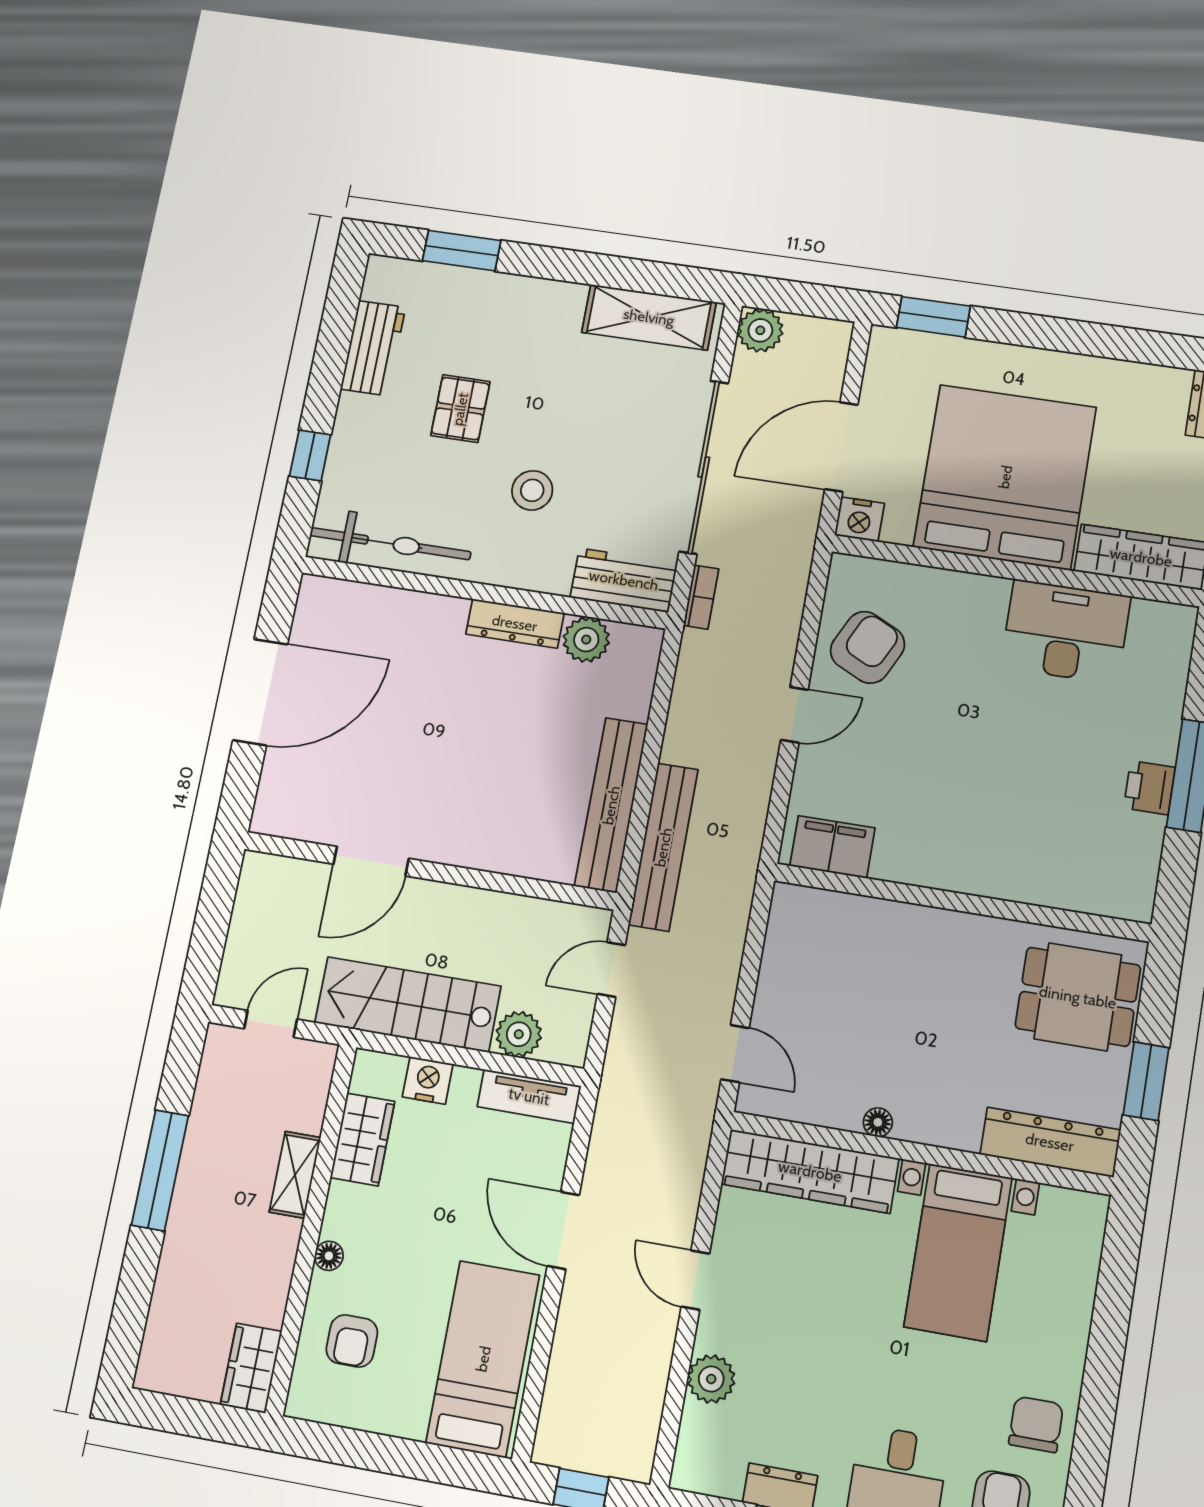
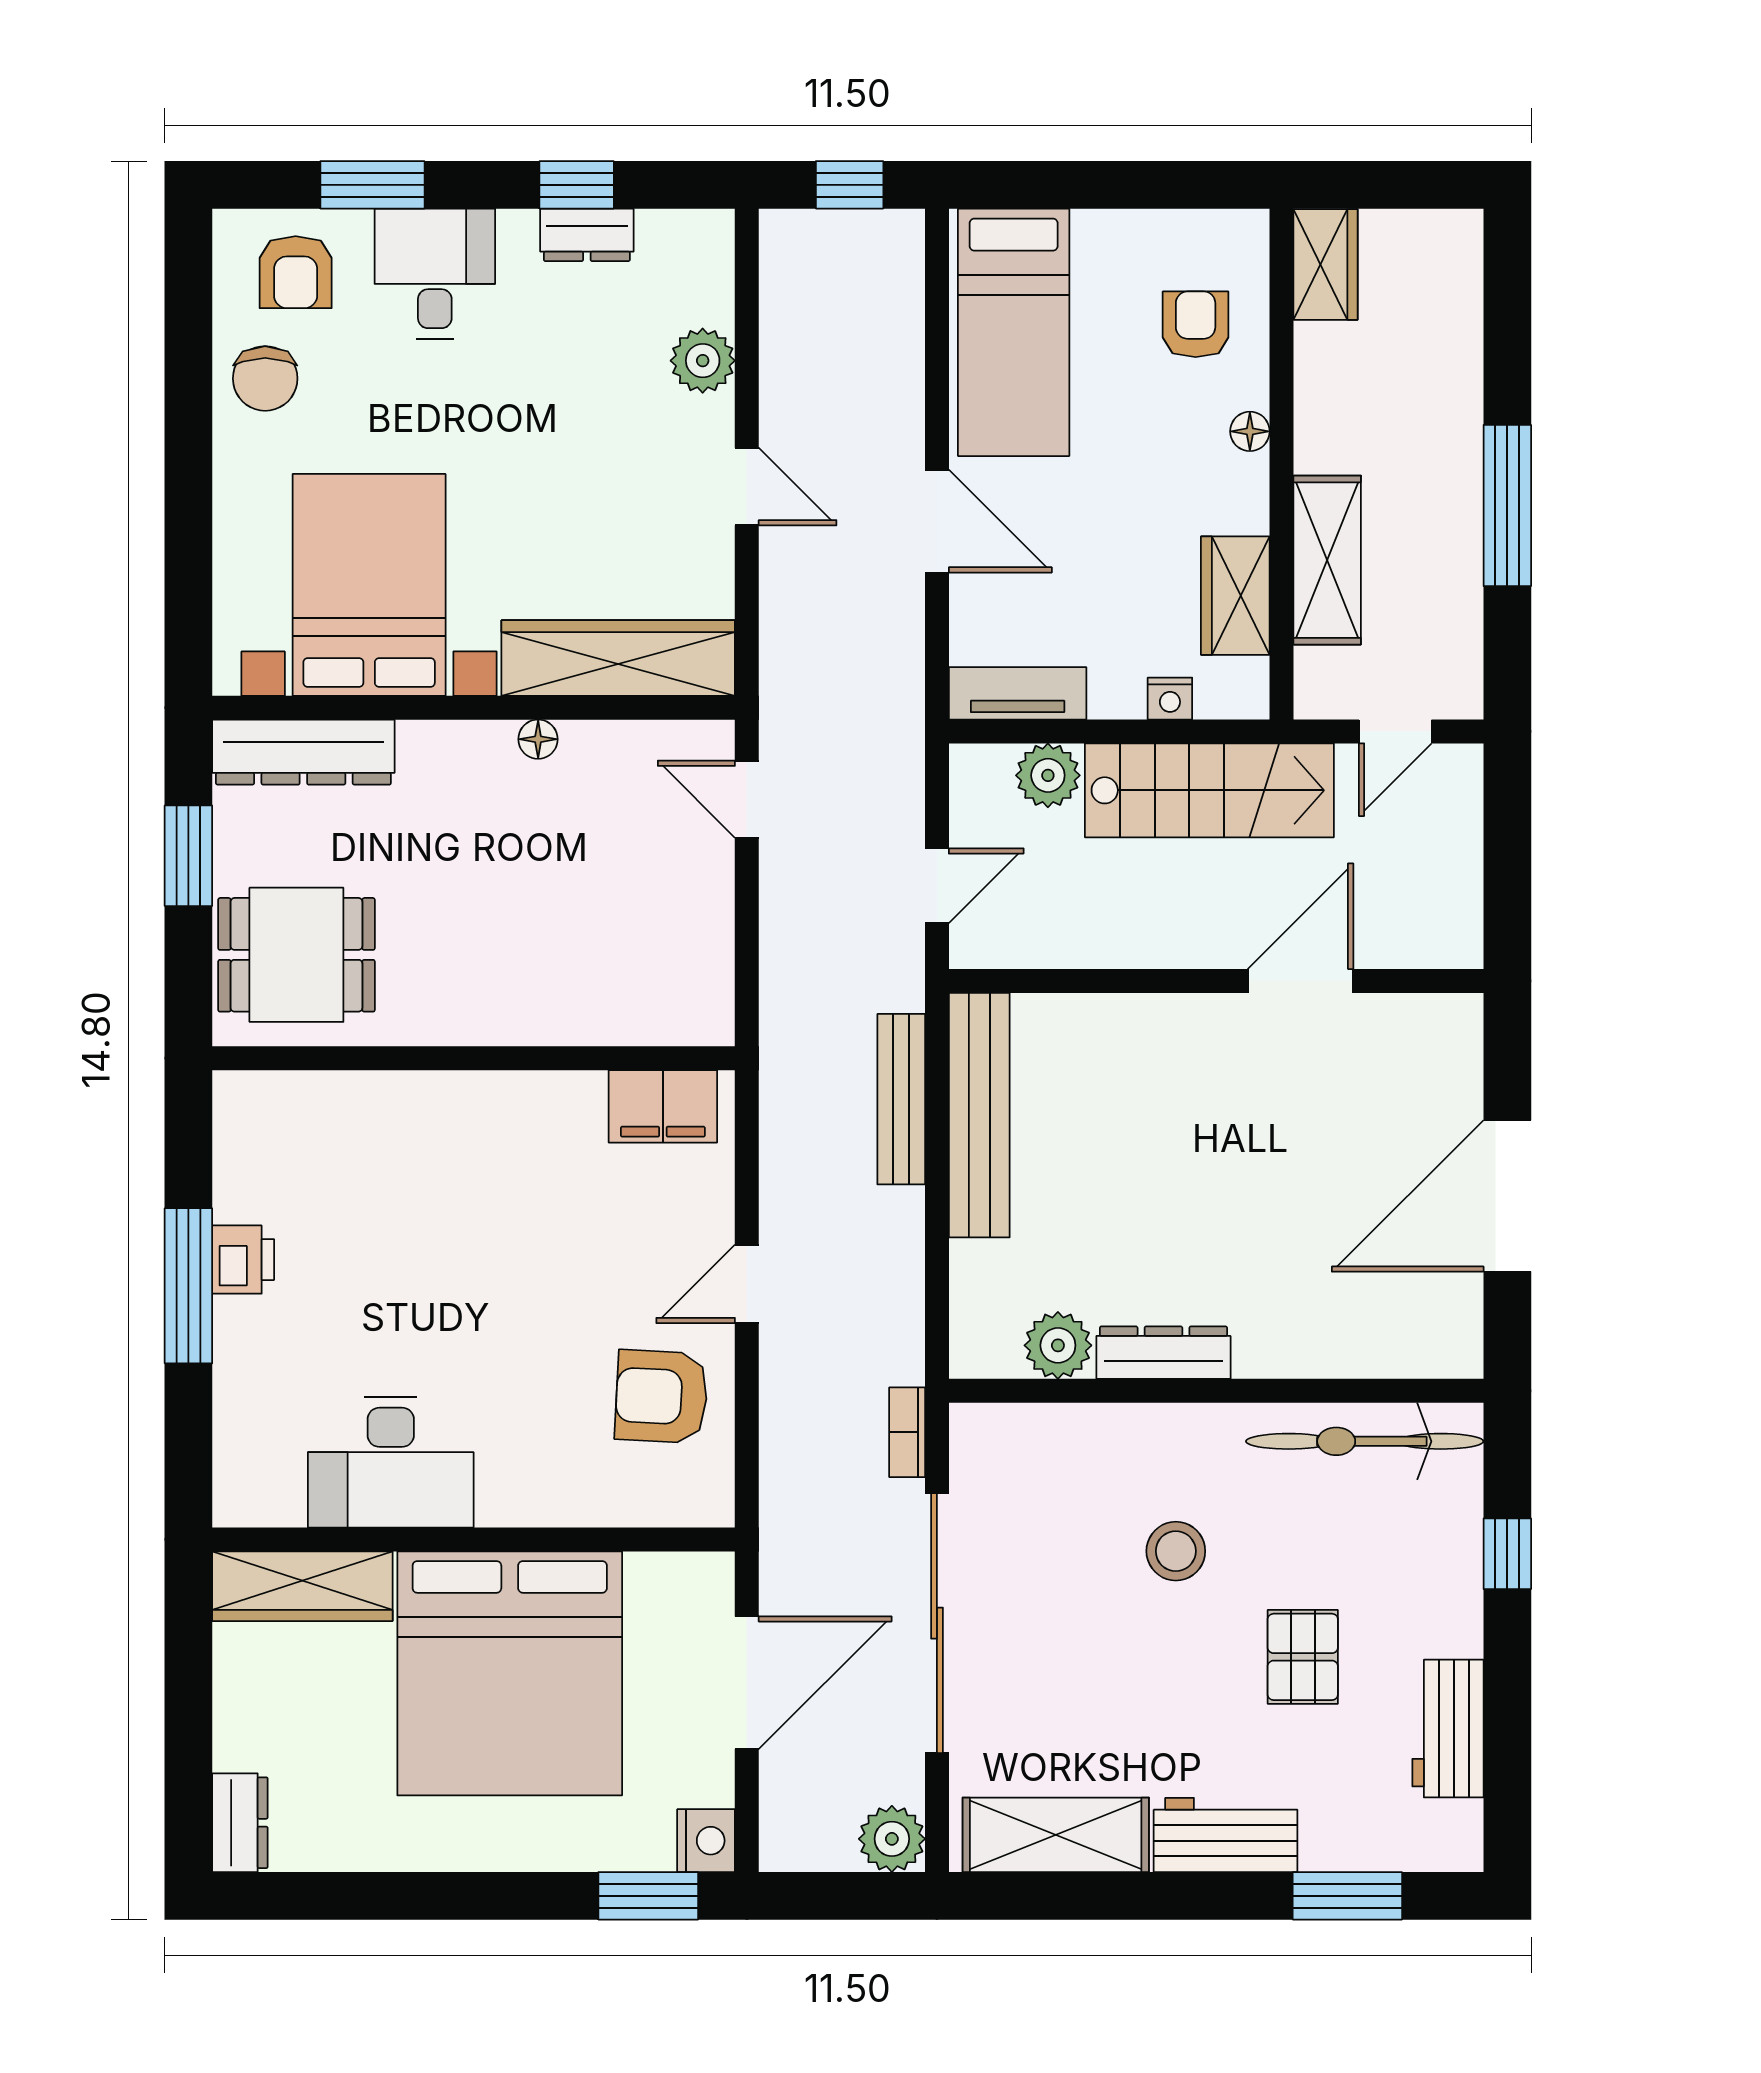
nightstand: (859, 519) -> (706, 1841), moved, turned 90
workbench: (624, 580) -> (1226, 1835), moved, turned 180
armchair: (867, 647) -> (661, 1396), turned 67
bench: (663, 847) -> (901, 1099), width x0.73, depth x0.82
nightstand: (428, 1080) -> (1170, 699), width x0.72, depth x0.74
shelving: (295, 1175) -> (1327, 560), width x1.50, depth x1.33
bed with nightstands: (958, 1252) -> (369, 585), width x1.36

